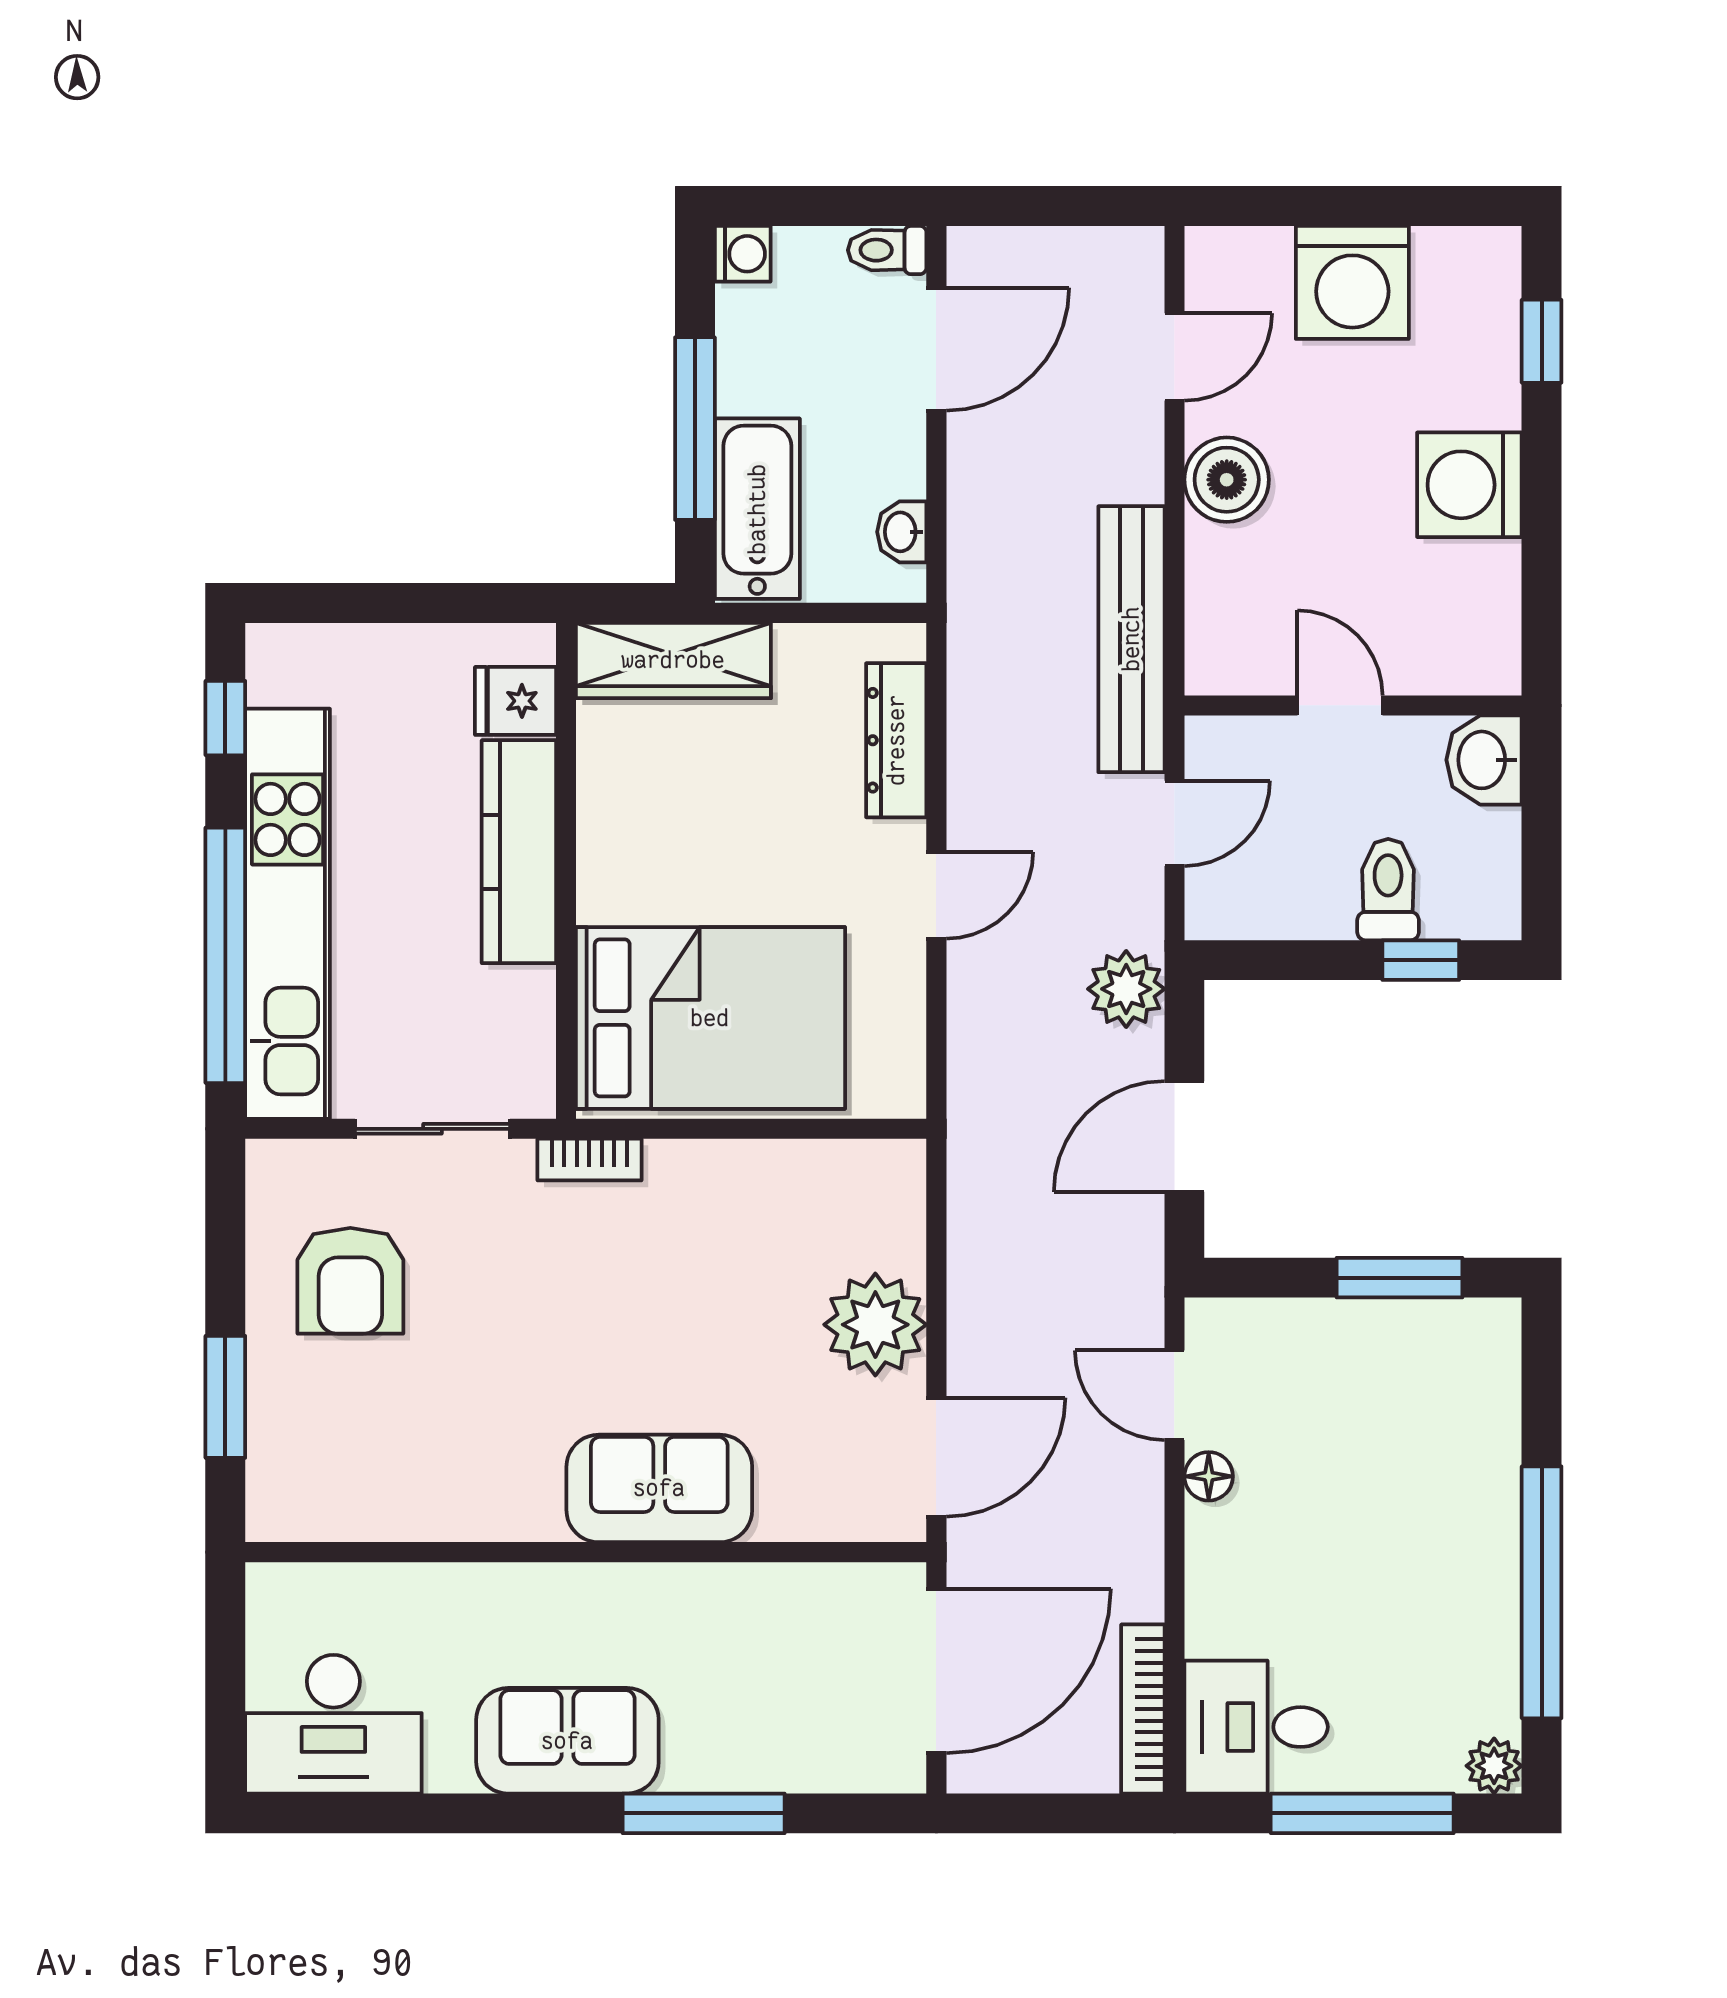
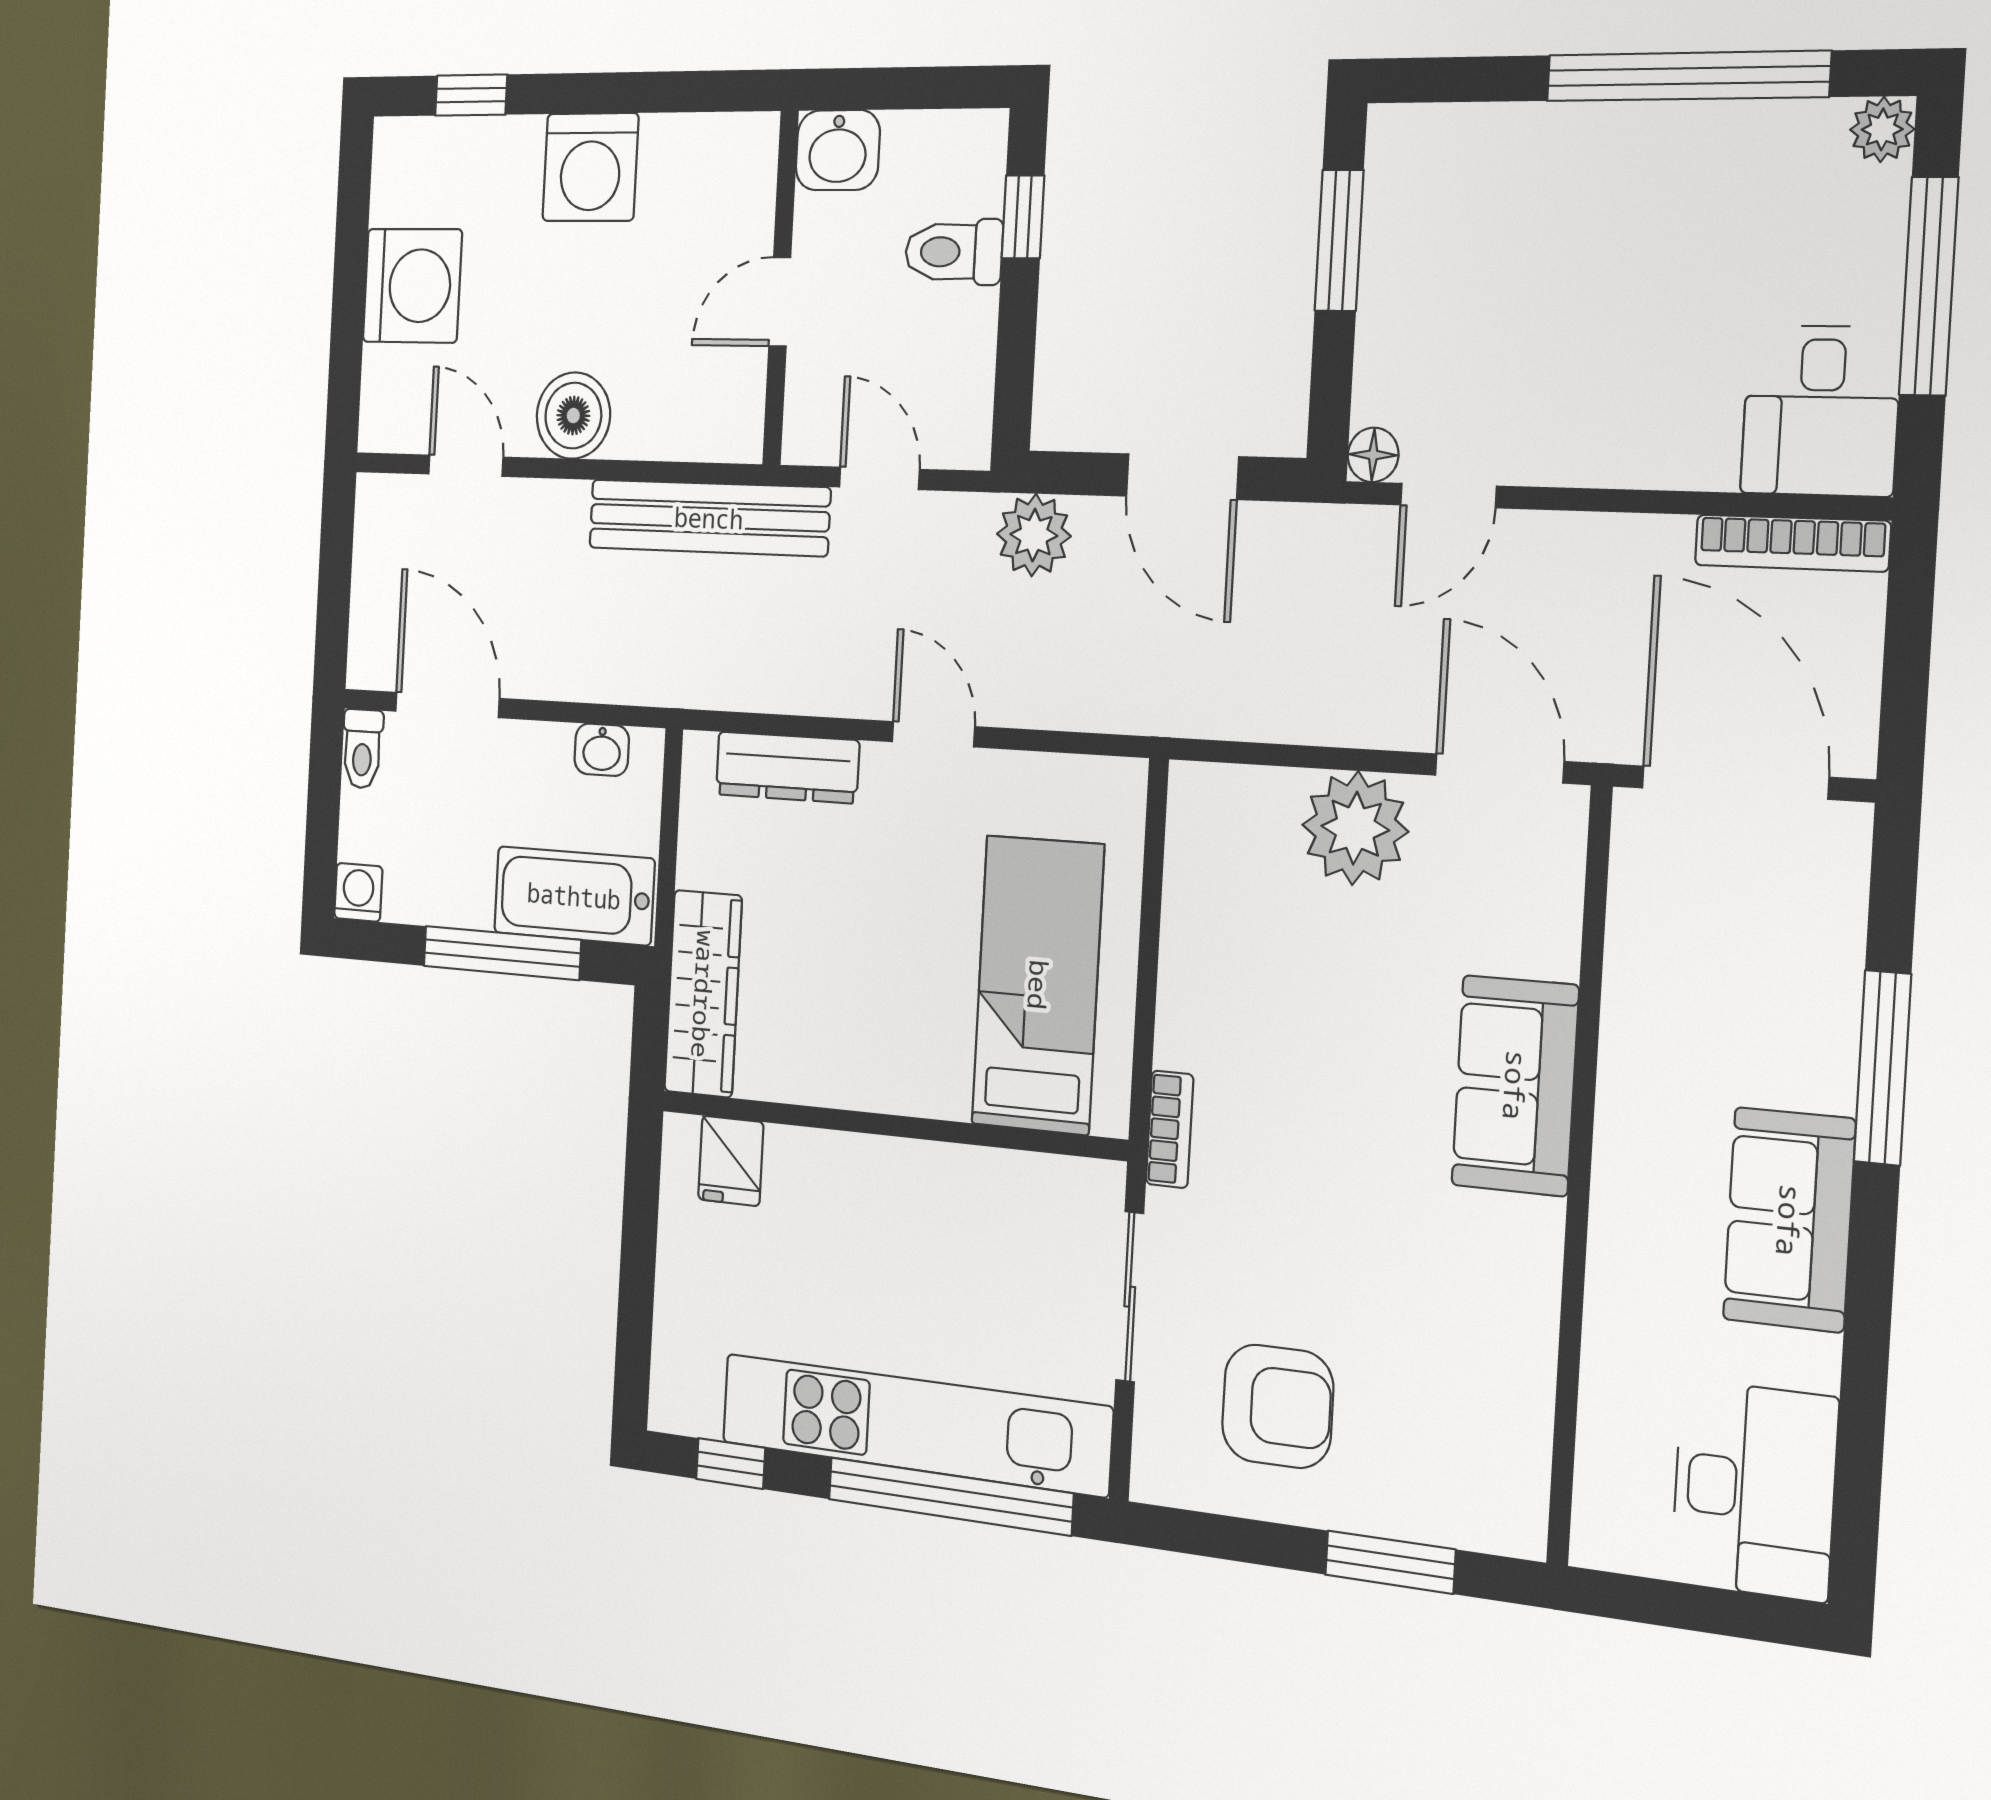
kitchen counter: (519, 852) -> (869, 1173), removed
bed: (710, 1018) -> (1038, 985), width x0.67
floor lamp: (1209, 1476) -> (1373, 455), moved

